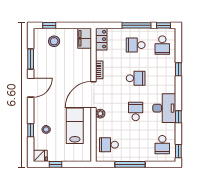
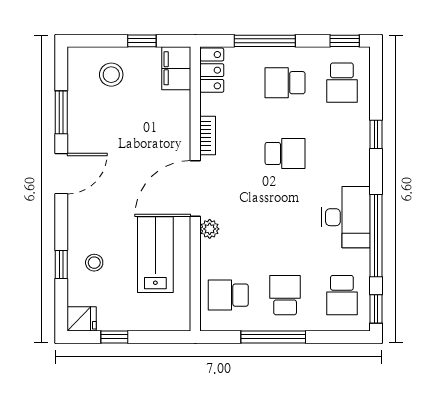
window: (49, 25) -> (142, 41), moved
window: (136, 25) -> (265, 41), moved
school desk: (136, 111) -> (285, 295), moved
window: (178, 117) -> (376, 236), width x3.17

